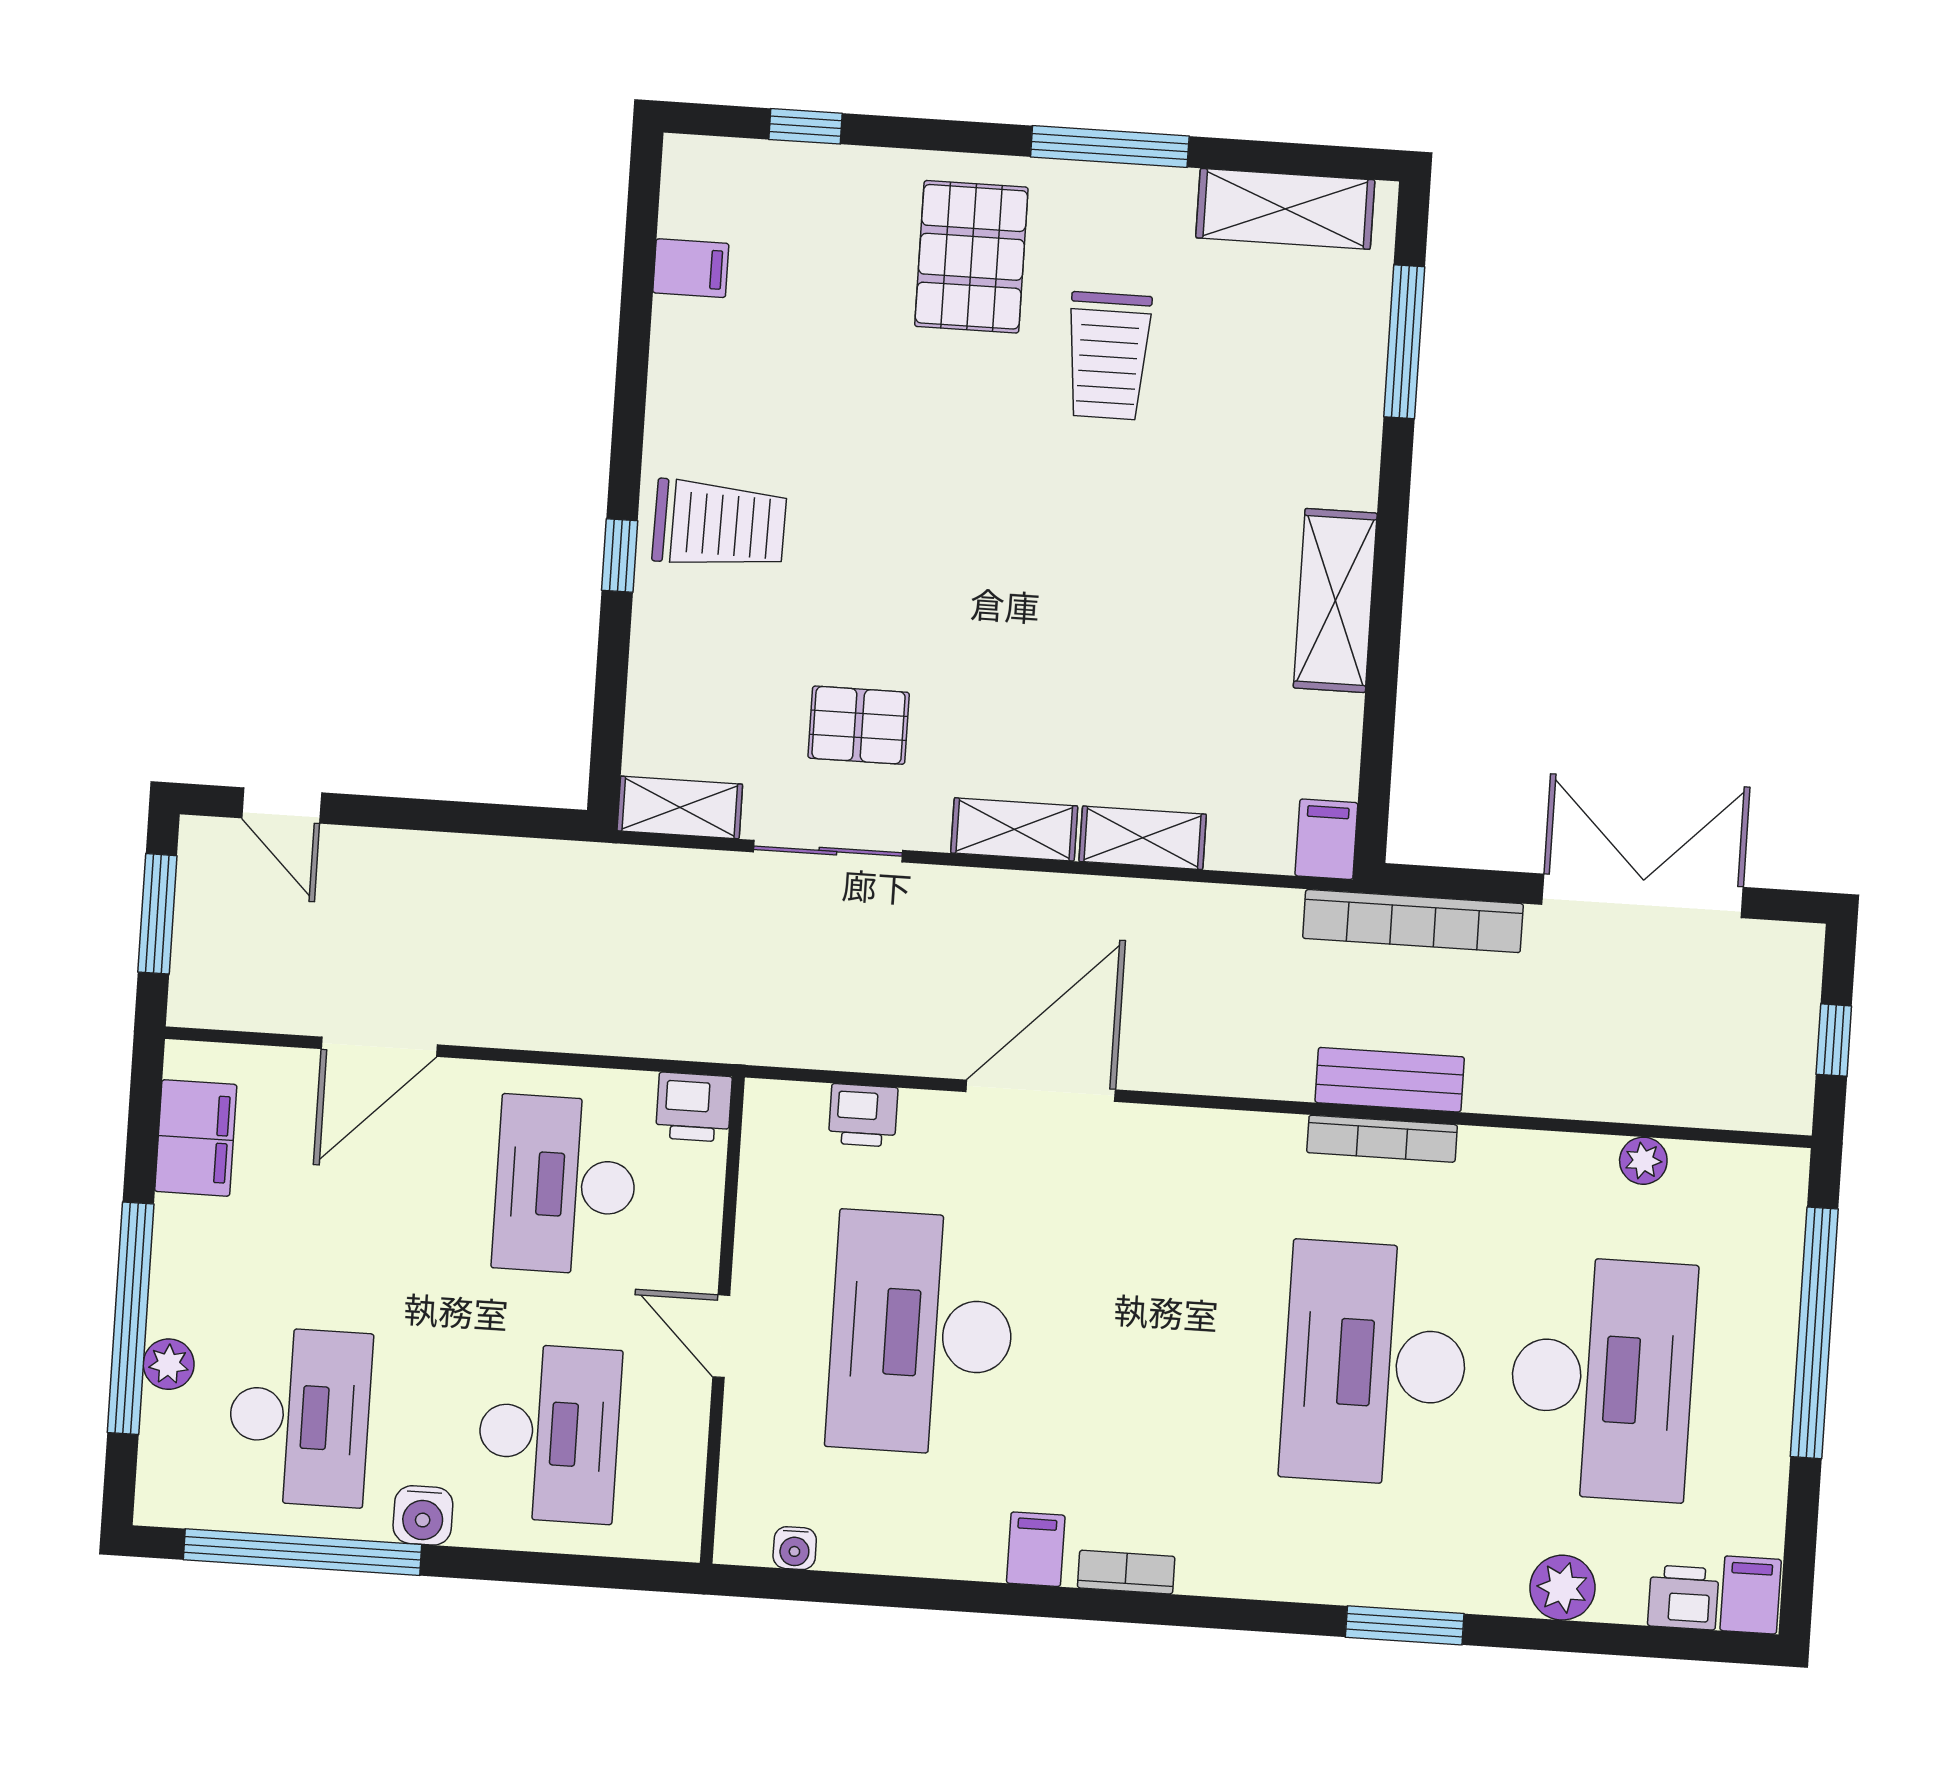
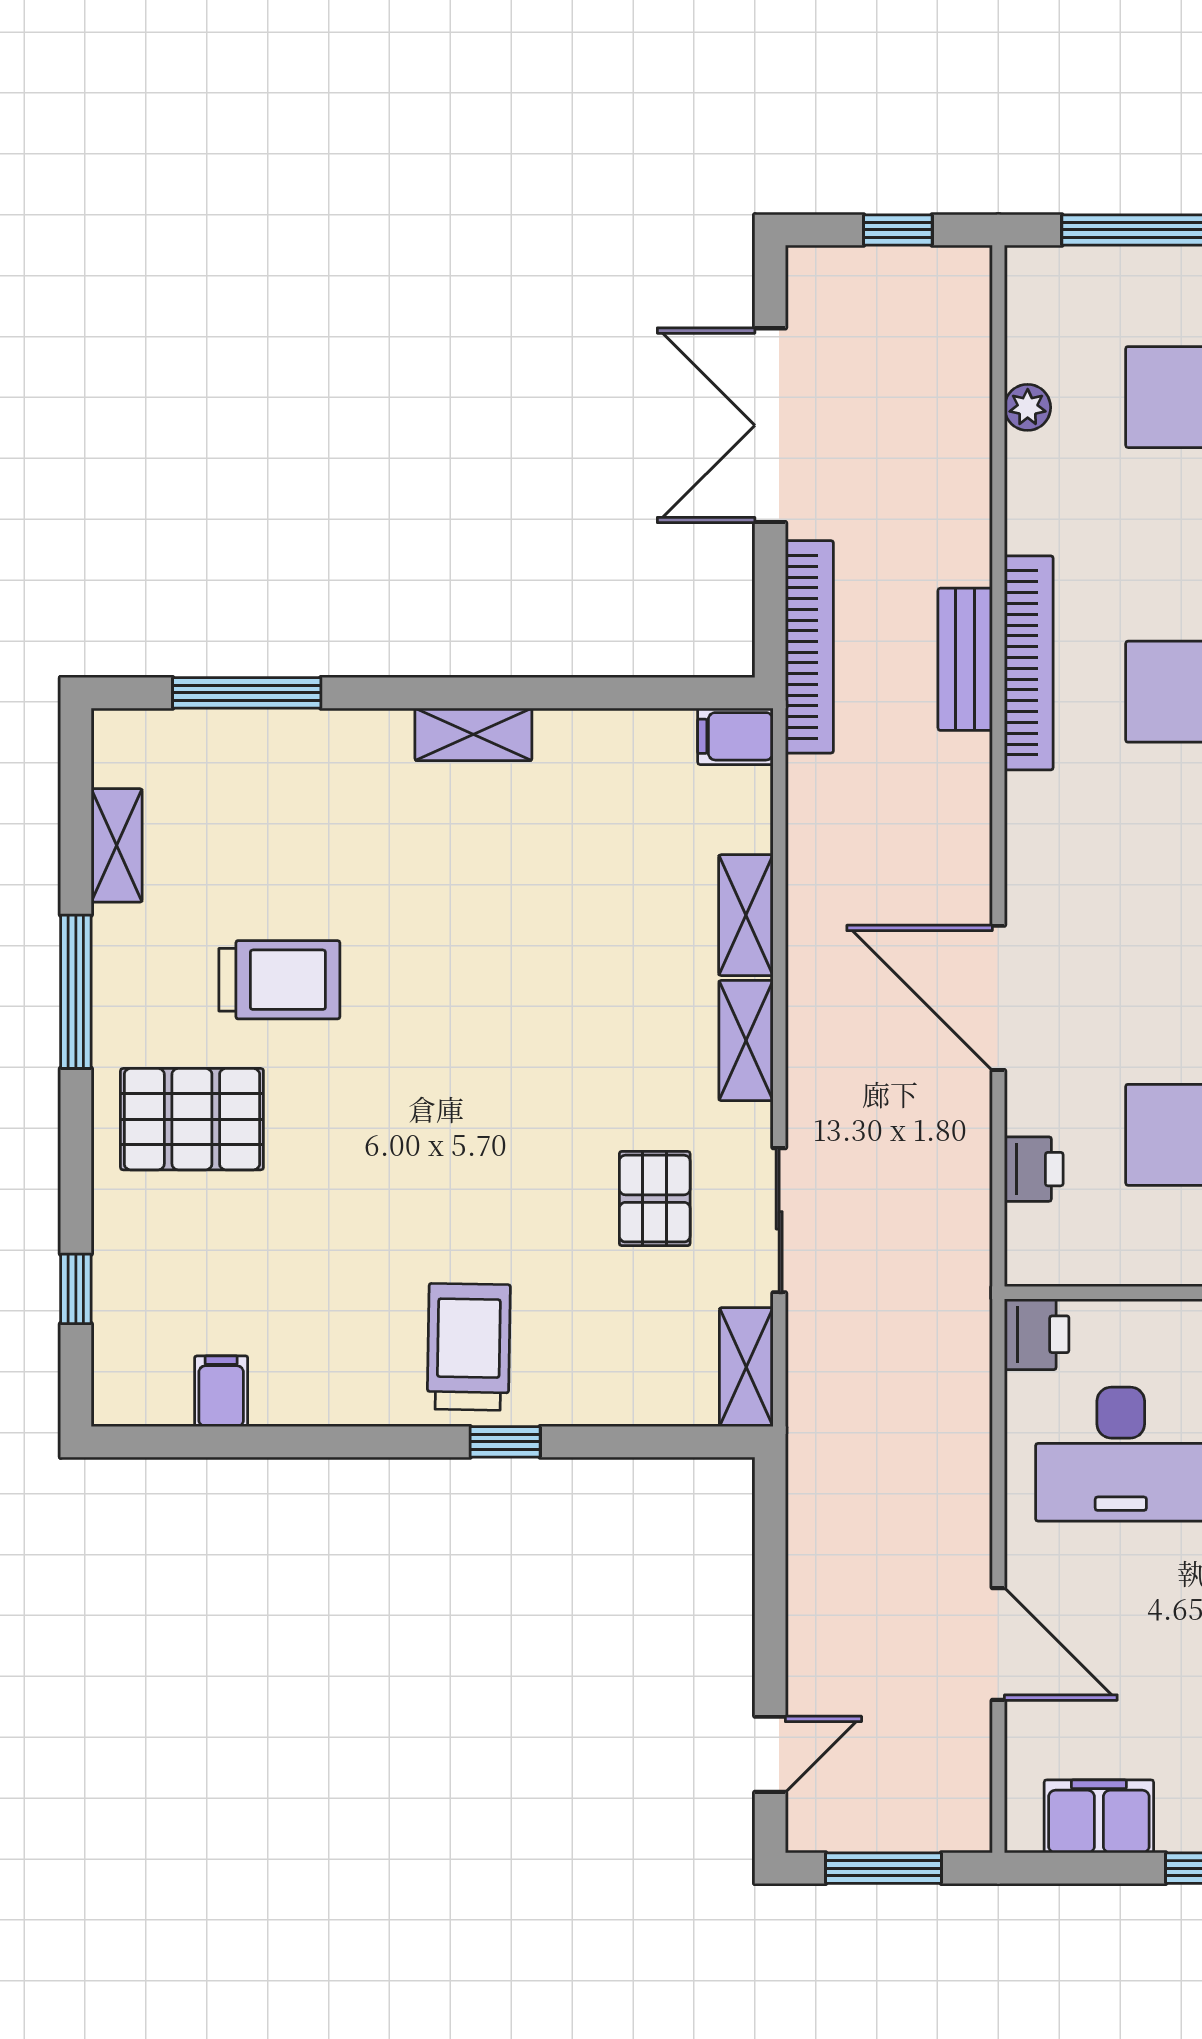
shelving: (1285, 209) -> (117, 845), width x0.67, depth x0.75
shelving: (1335, 600) -> (473, 734), width x0.67, depth x0.75
bookcase: (1382, 1139) -> (1029, 663), width x1.48, depth x1.31

